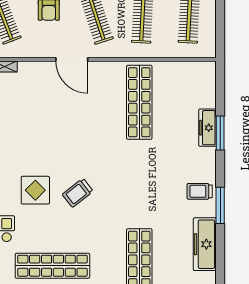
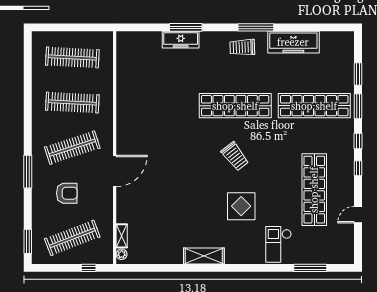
shop shelf: (139, 102) -> (235, 106), moved
trolley: (200, 191) -> (242, 47), turned 88
trolley: (78, 193) -> (235, 156), moved

